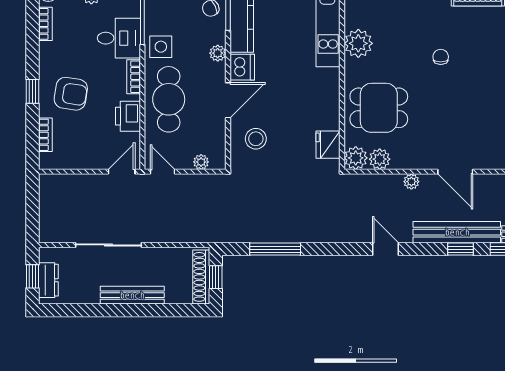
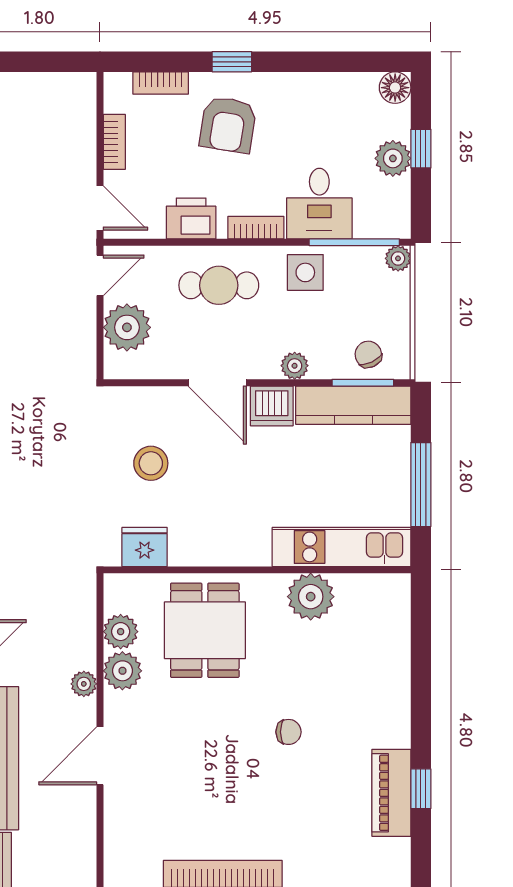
bookcase: (45, 24) -> (114, 142), moved, turned -90
cafe table: (169, 99) -> (219, 285), width x0.73, depth x0.74
stool: (256, 139) -> (151, 463), moved
plant: (356, 158) -> (122, 671), moved
plant: (201, 162) -> (127, 327), width x1.88, depth x1.88

